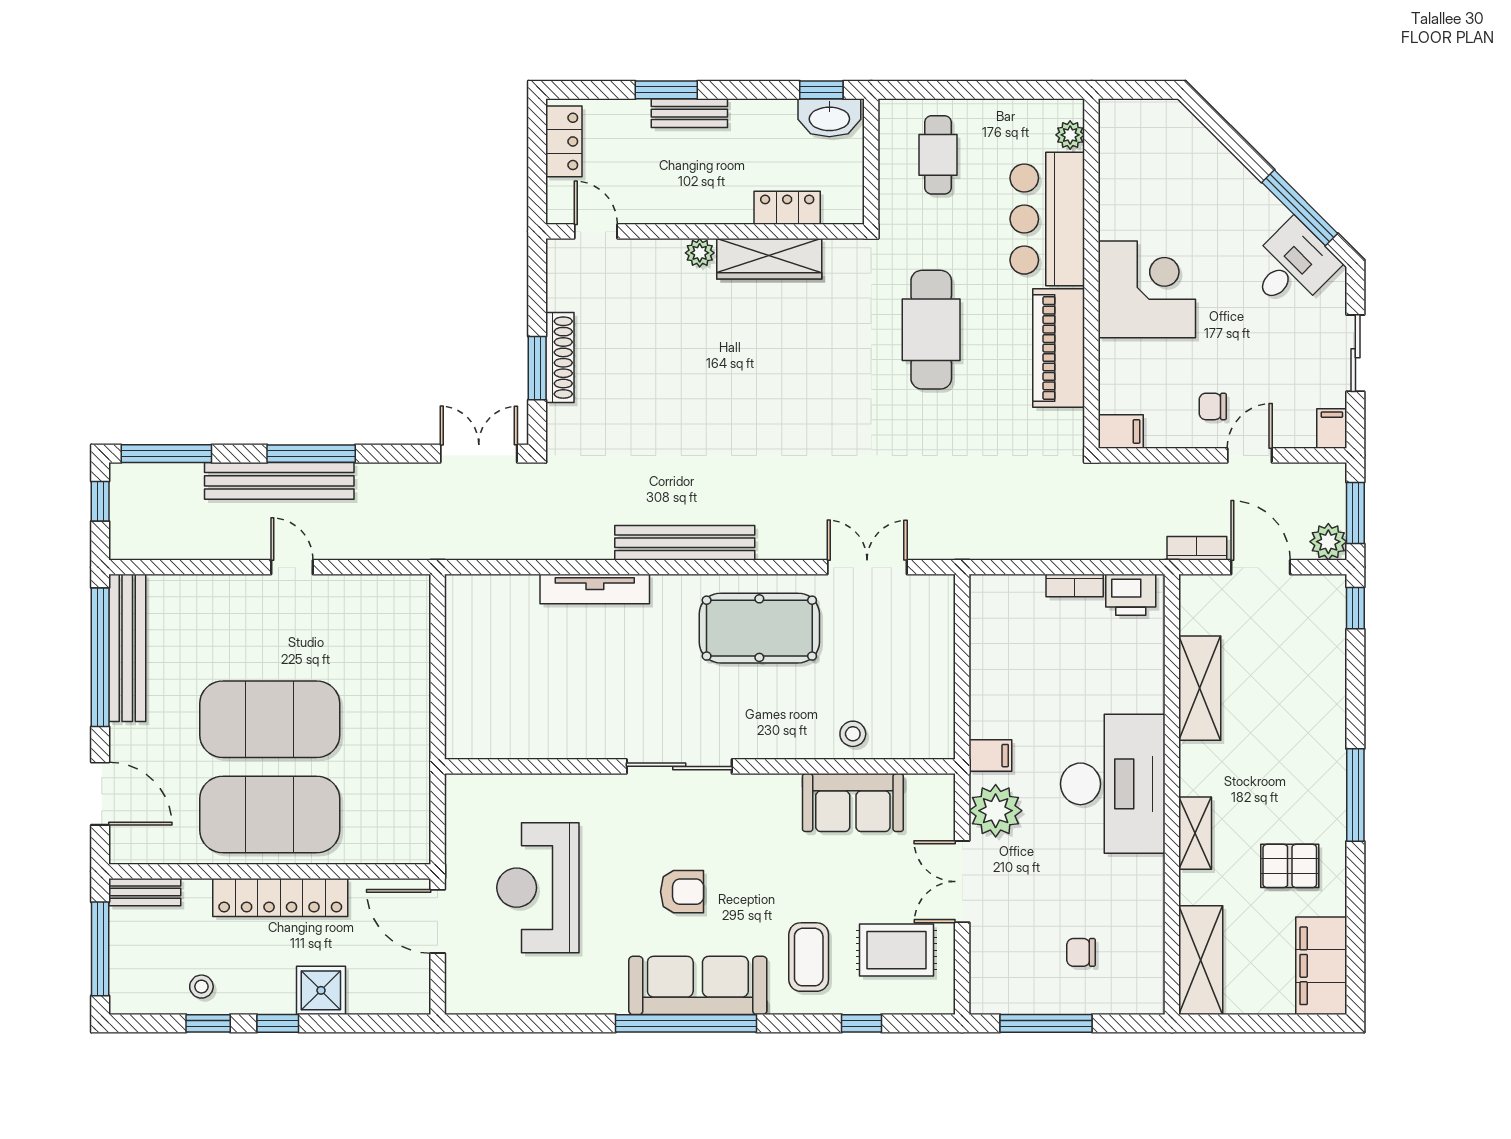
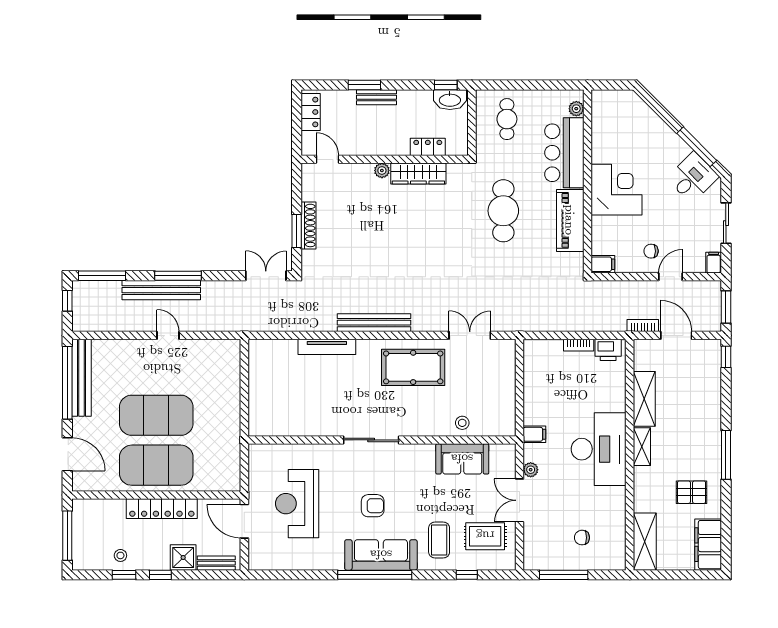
plant: (1328, 542) -> (712, 322), removed
plant: (996, 811) -> (531, 470), width x0.53, depth x0.53
shelving: (1195, 833) -> (642, 447), moved
bench: (145, 892) -> (216, 563), moved

